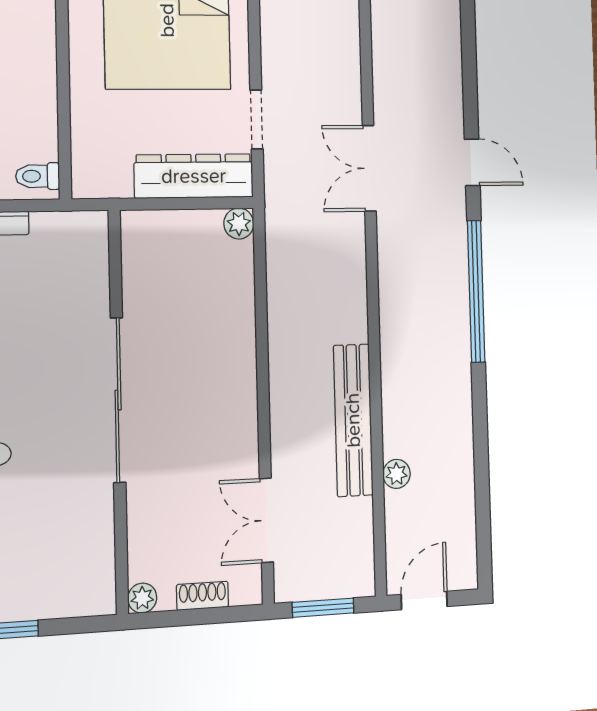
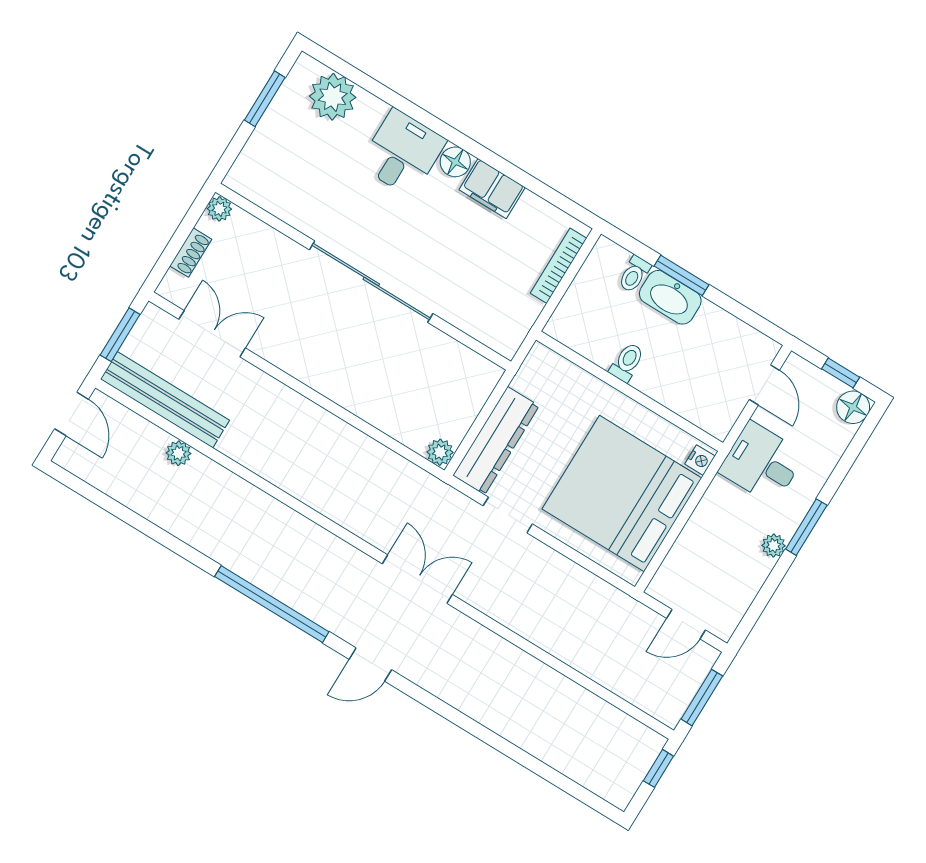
toilet: (38, 176) -> (627, 362), moved
bench: (353, 420) -> (165, 400), moved

